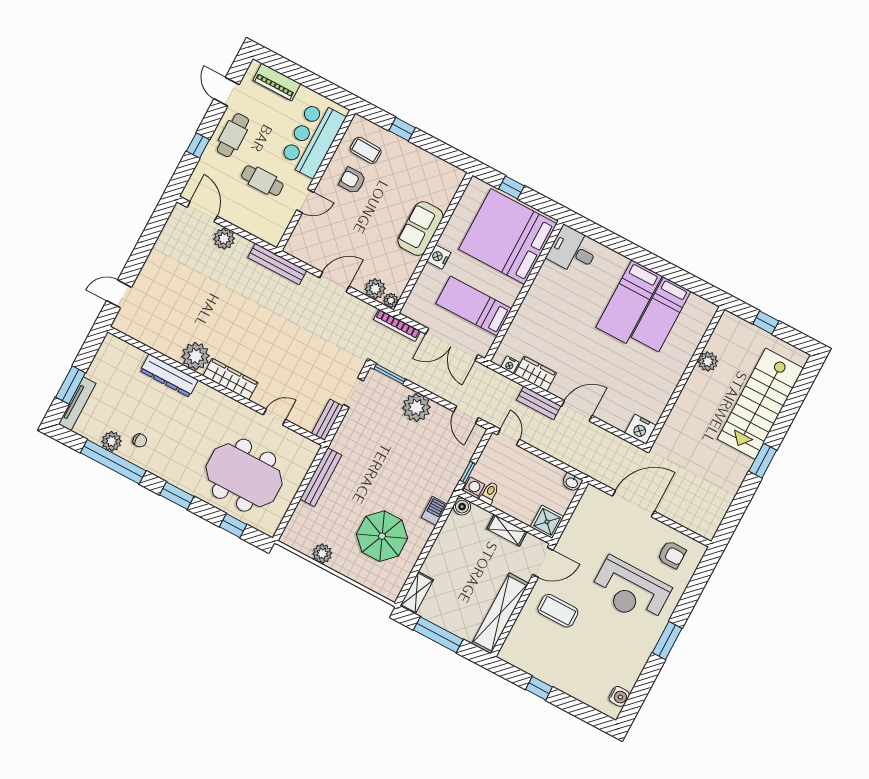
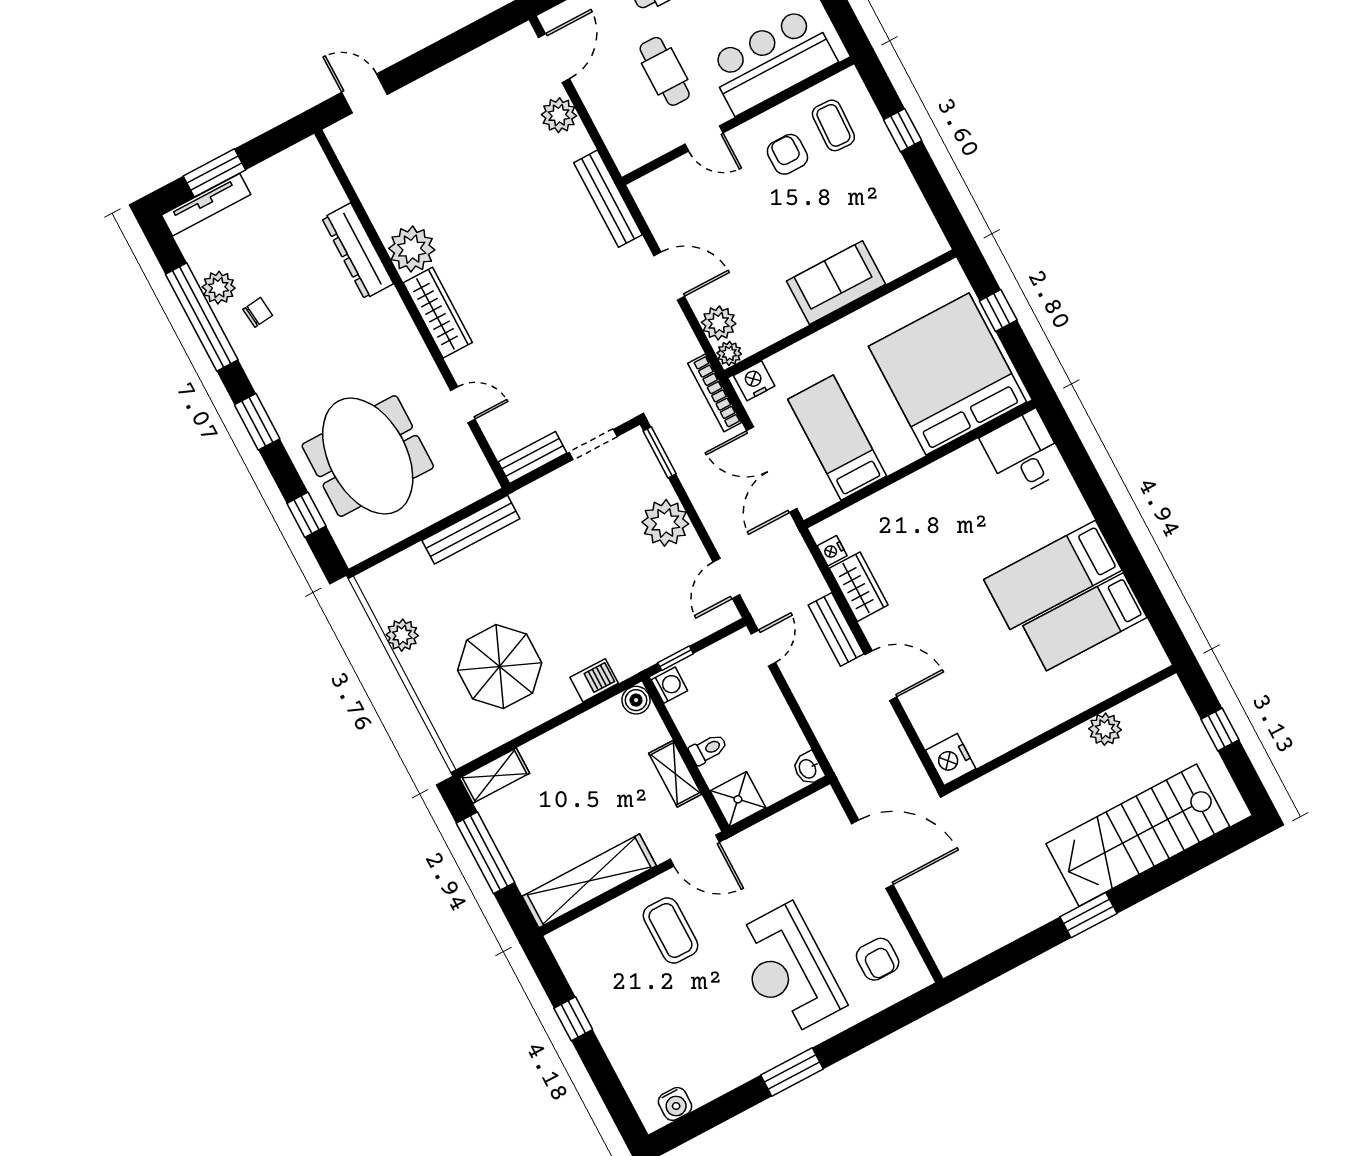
nightstand: (439, 257) -> (754, 381), moved
chair: (140, 440) -> (258, 312), turned -96
toilet: (489, 493) -> (708, 749), moved

